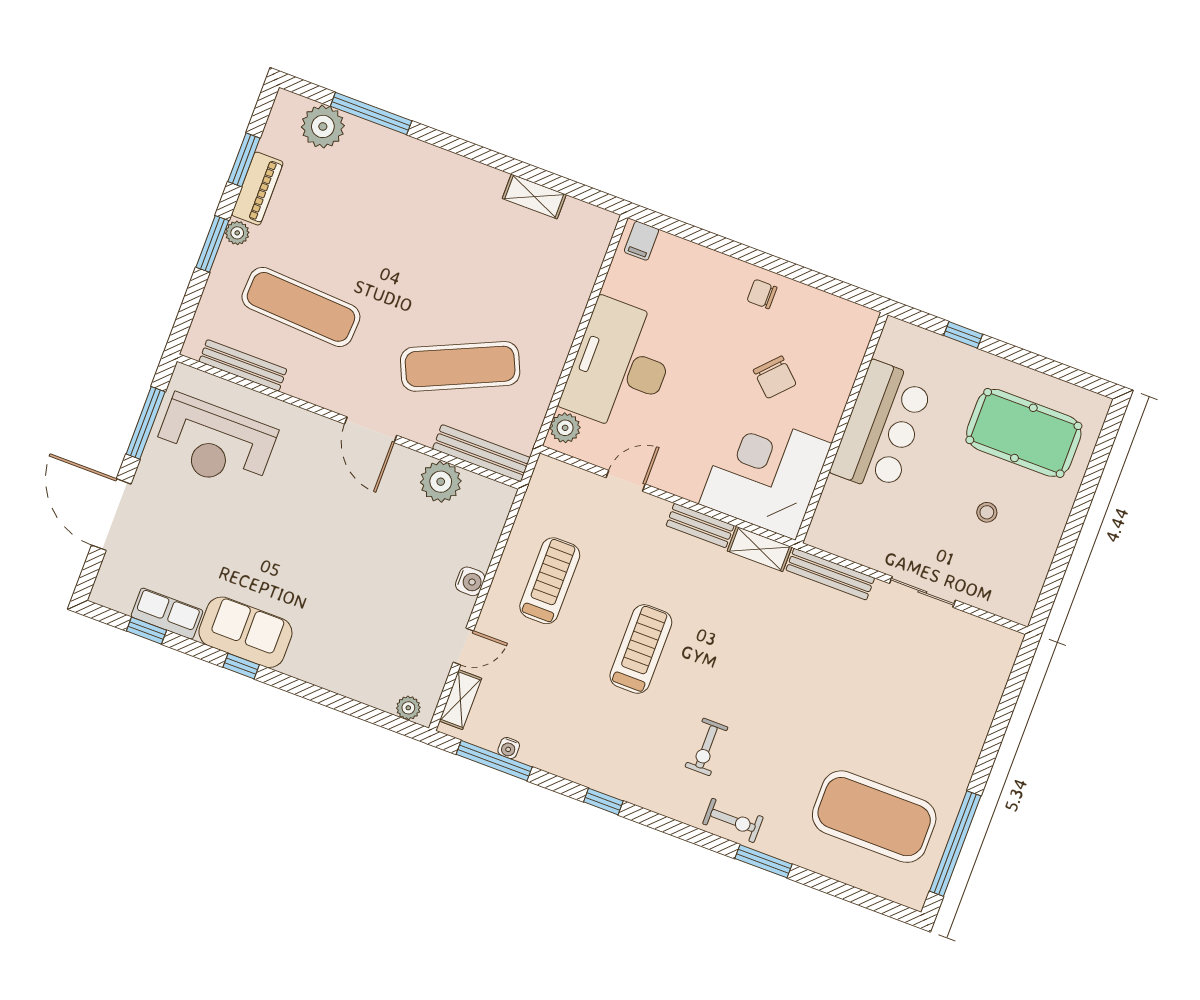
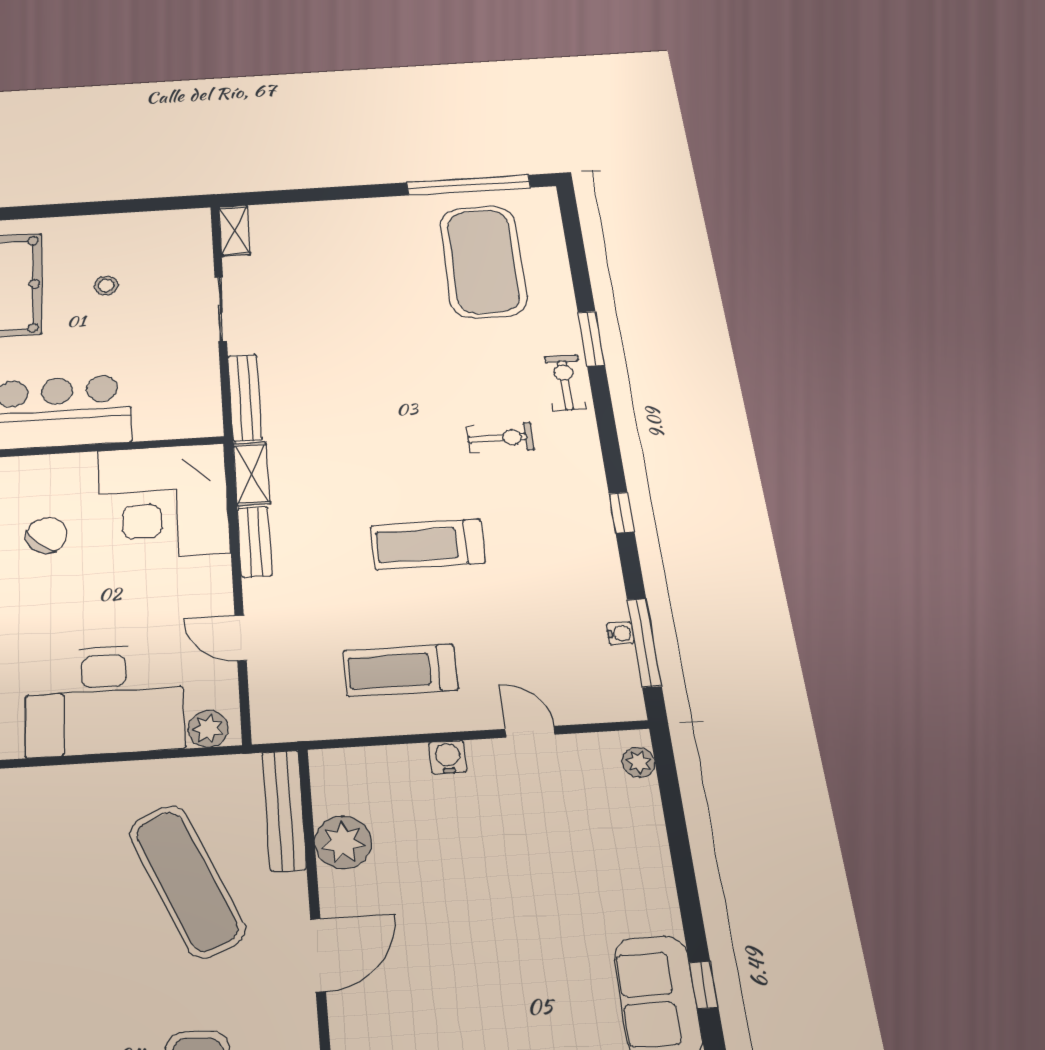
shelving: (461, 700) -> (234, 231), moved, turned 90

